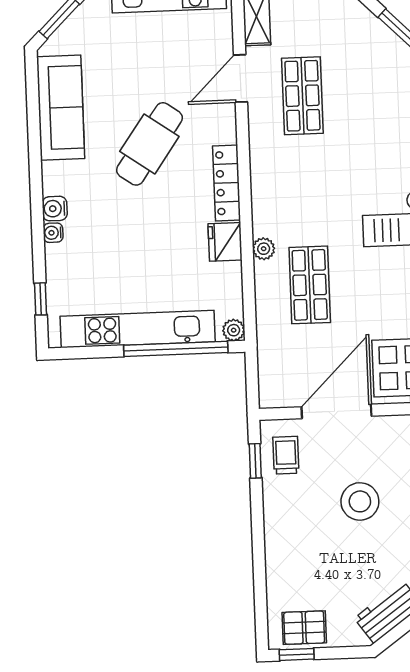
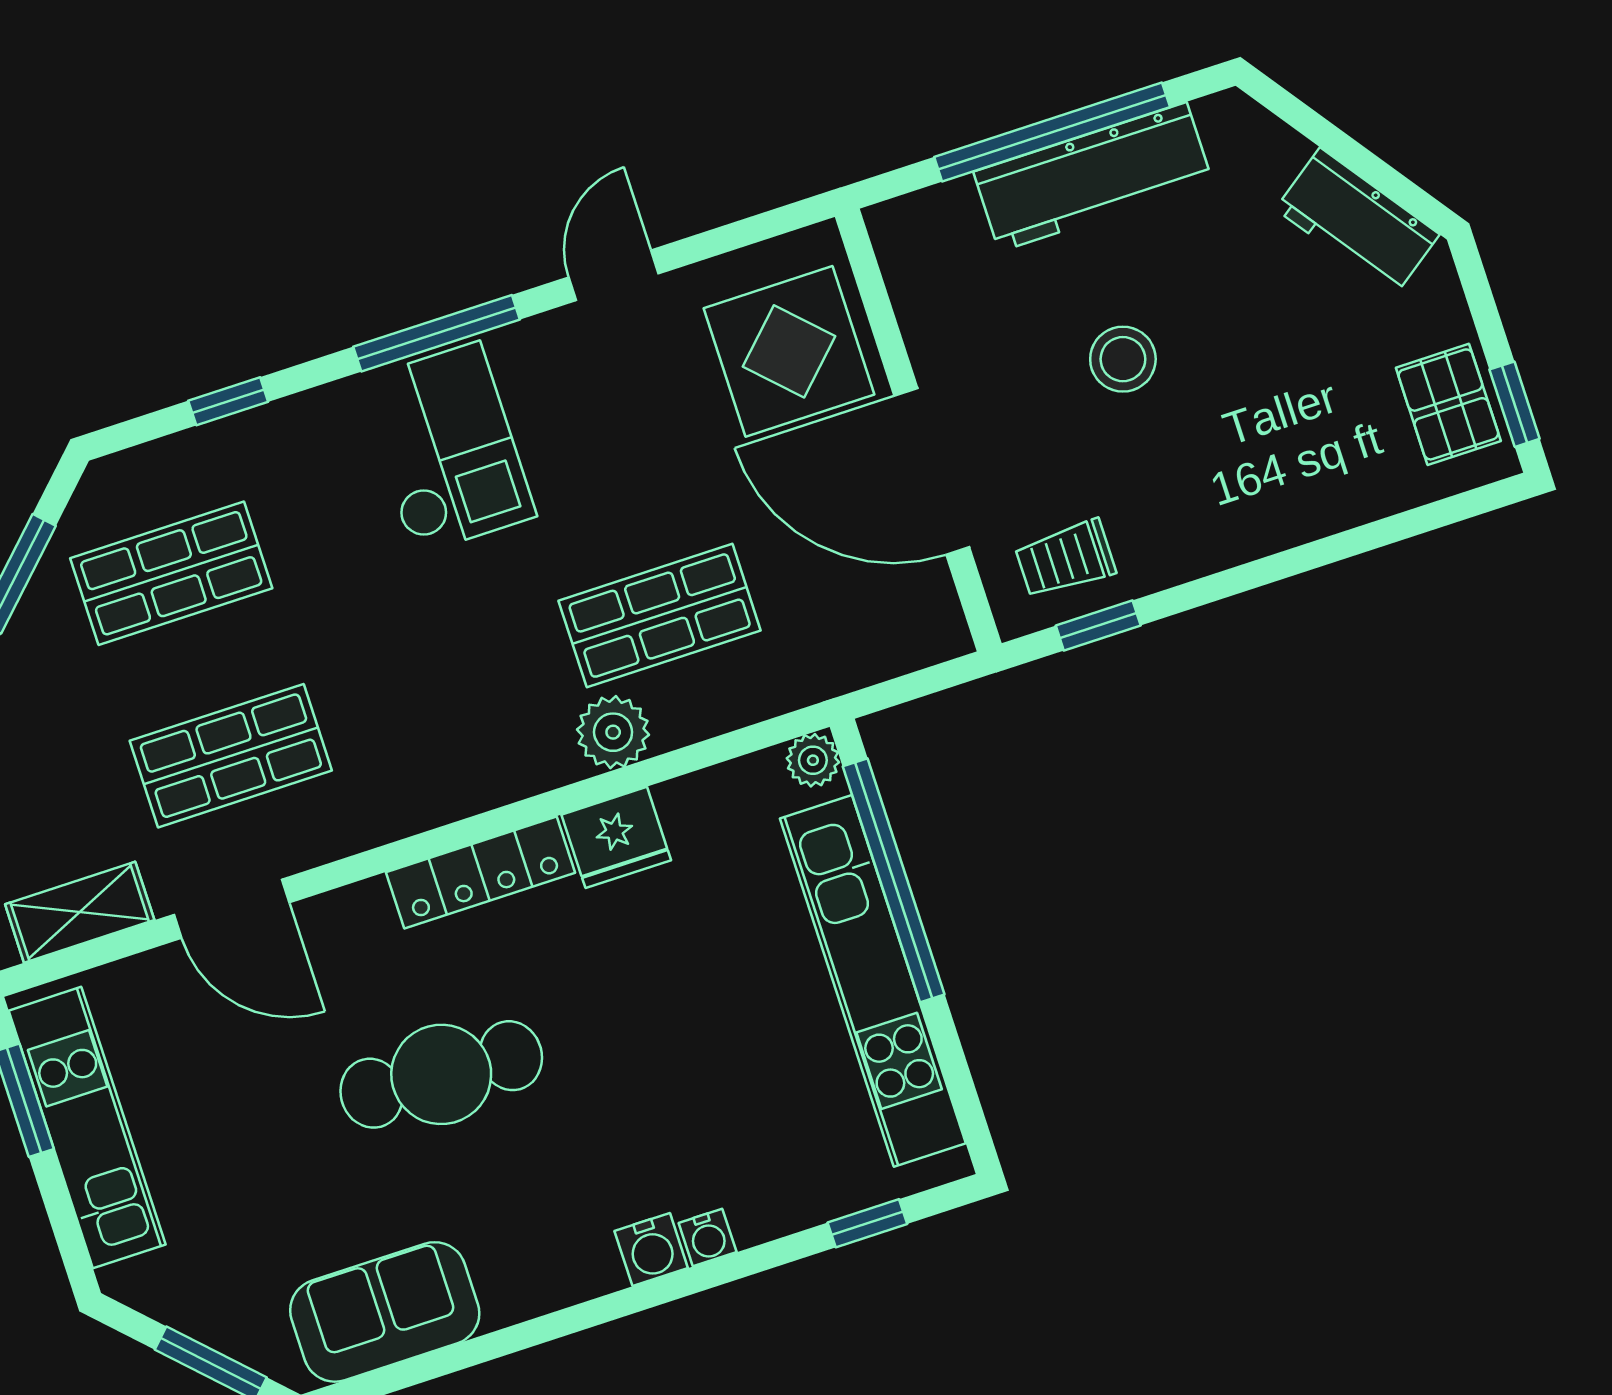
shop shelf: (383, 93) -> (171, 573), added
sofa: (61, 108) -> (385, 1312), width x0.73
cafe table: (149, 144) -> (441, 1074), turned -32
plant: (264, 249) -> (613, 732), width x1.38, depth x1.38
stool: (360, 501) -> (1123, 359), width x0.73, depth x0.73

